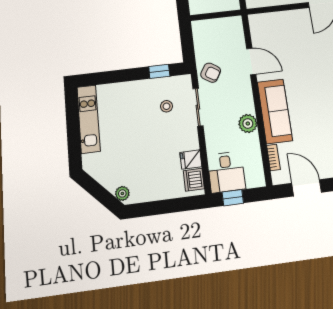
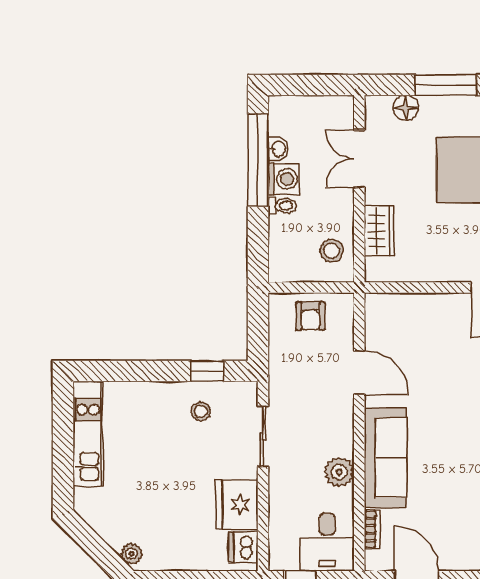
armchair: (211, 73) -> (310, 316), moved, turned 58
stool: (166, 106) -> (201, 411), moved
fridge: (191, 160) -> (237, 505), width x1.88, depth x1.34
desk: (226, 172) -> (327, 542), moved

